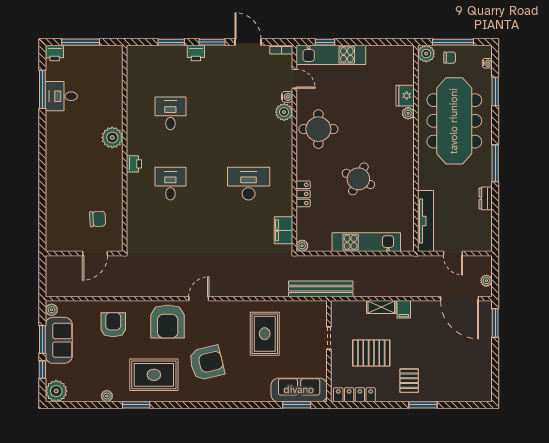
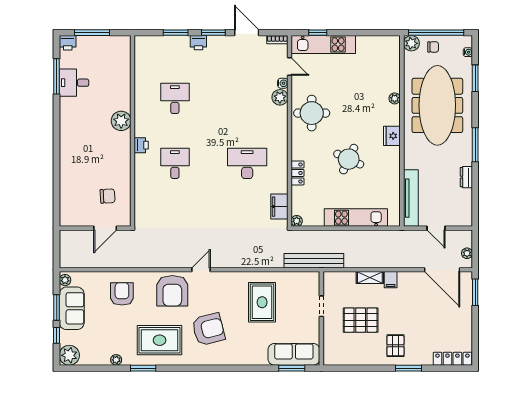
window: (453, 42) -> (436, 33), width x1.46
fridge: (405, 96) -> (392, 136), moved
locker: (354, 395) -> (452, 359), moved

